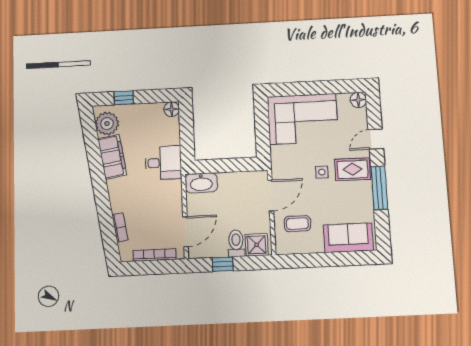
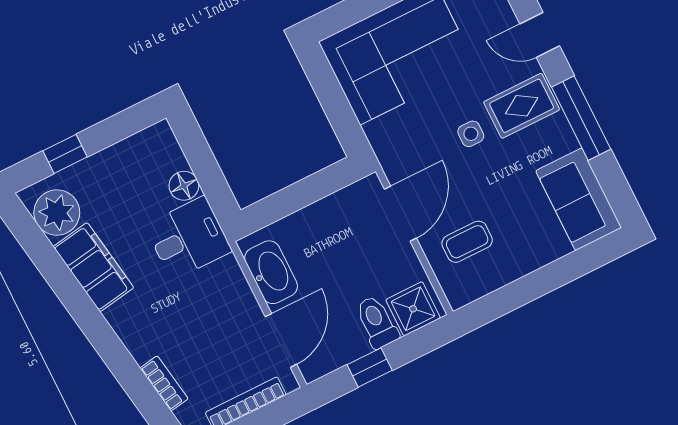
floor lamp: (172, 109) -> (184, 186), moved
door: (376, 139) -> (540, 35), hinge flipped
washbasin: (201, 183) -> (271, 272), moved, turned -90
sofa: (348, 238) -> (579, 199), moved, turned -90

